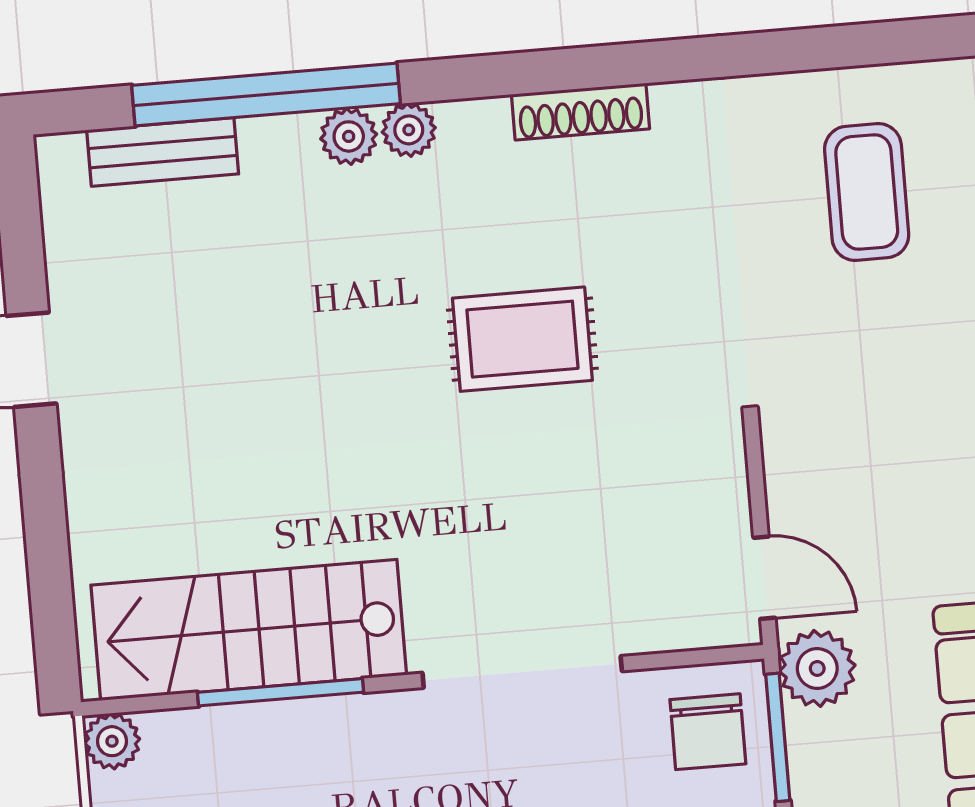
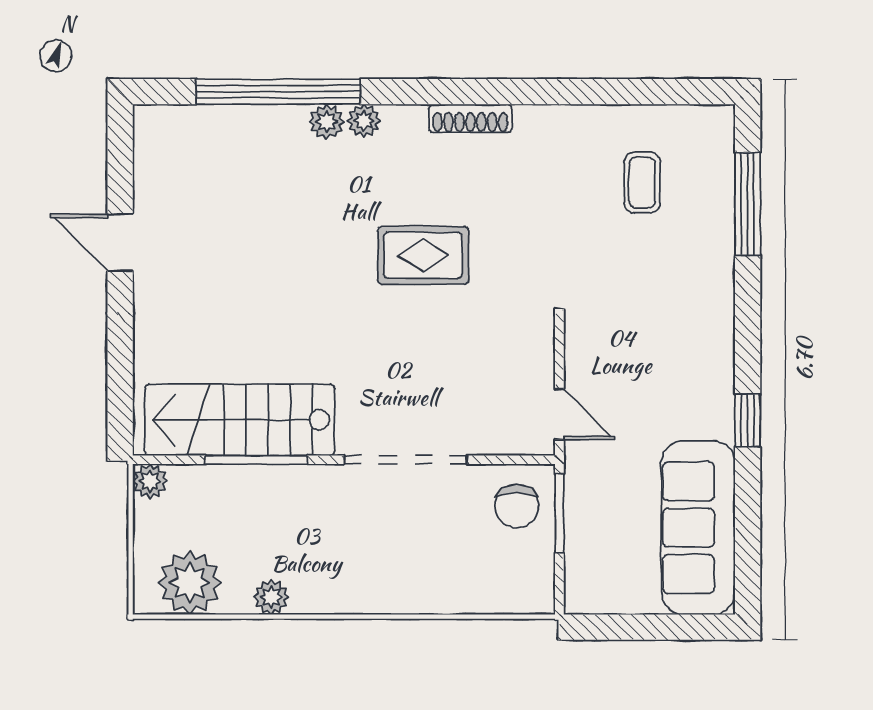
bench: (163, 152) -> (211, 122), removed
coffee table: (867, 192) -> (642, 183), width x0.73, depth x0.77
plant: (817, 668) -> (587, 473), removed

